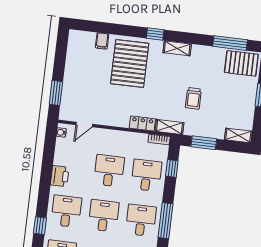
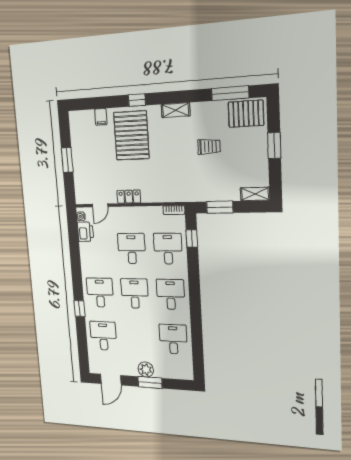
window: (155, 34) -> (137, 100), moved
window: (56, 93) -> (67, 160), moved
trolley: (193, 98) -> (209, 147), moved, turned -90
locker: (142, 123) -> (129, 197), moved
shelving: (170, 127) -> (182, 196), removed
printer: (60, 176) -> (85, 232), moved
window: (165, 221) -> (195, 292), removed

